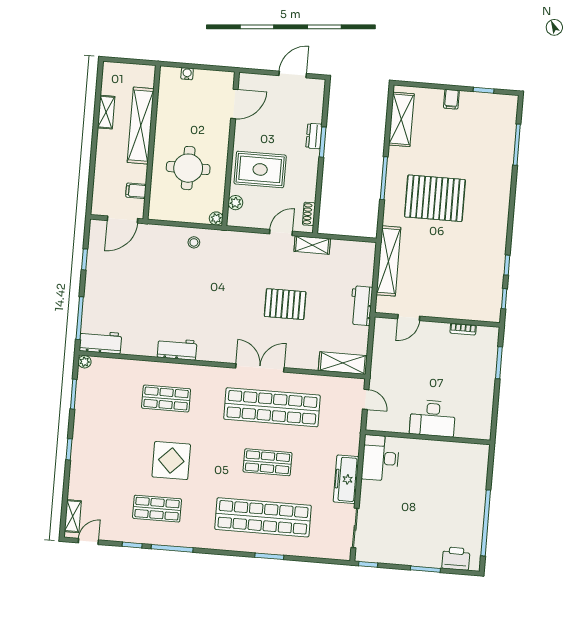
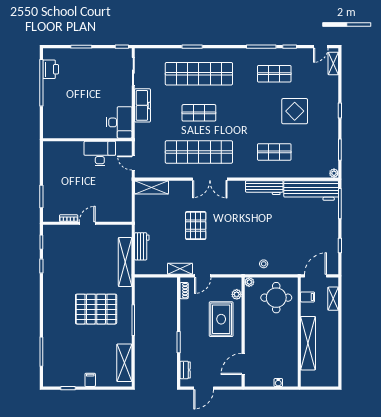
shelving: (106, 112) -> (333, 299), moved
dresser: (314, 136) -> (185, 370), moved
round table: (188, 168) -> (276, 298), moved
rug: (260, 169) -> (221, 319), turned 90
pallet: (285, 304) -> (196, 226), turned 90
workbench: (361, 306) -> (142, 246), moved
door: (409, 317) -> (87, 223), moved
workbench: (100, 342) -> (311, 190), width x1.88, depth x1.32
workbench: (177, 349) -> (264, 188), width x1.38
desk: (433, 418) -> (100, 153), moved
display table: (171, 461) -> (295, 111), moved
printer: (456, 559) -> (51, 69), moved, turned -90

